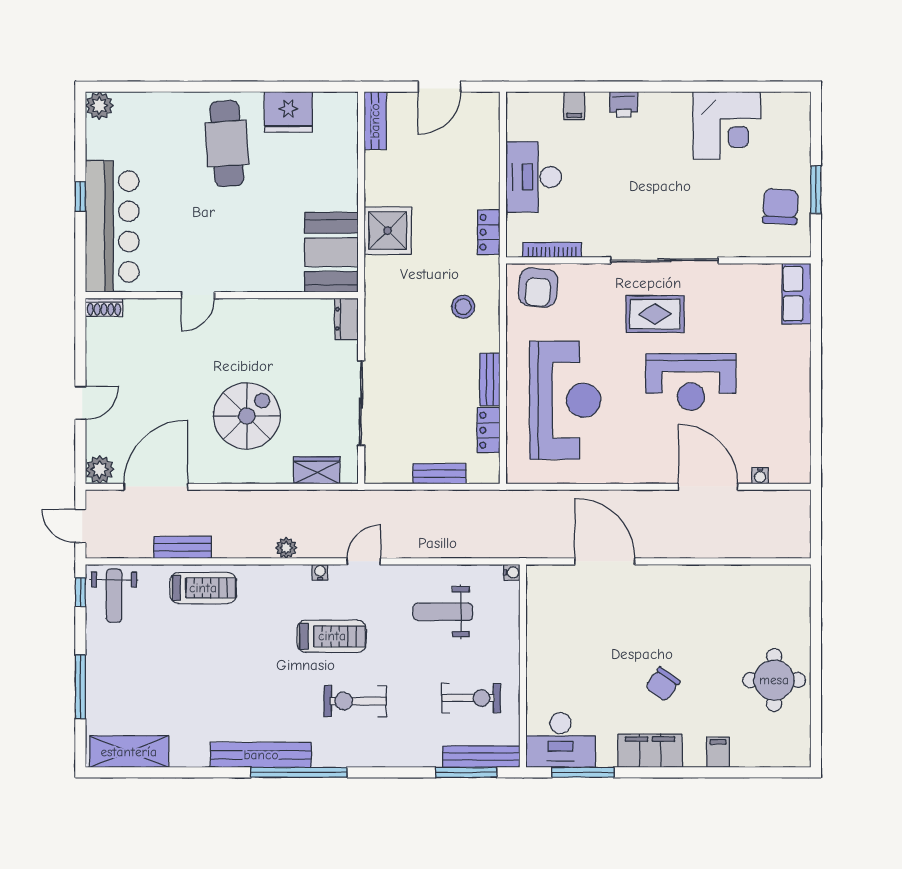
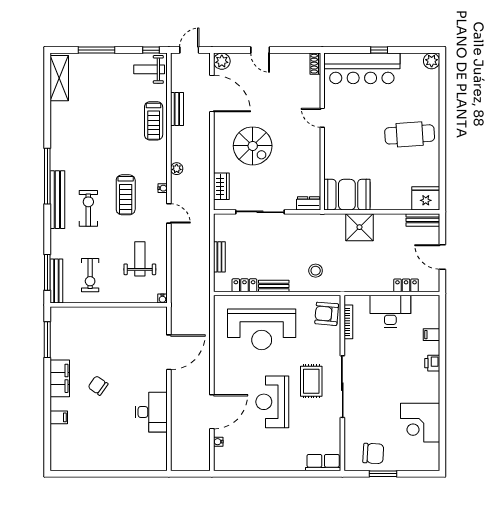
fridge: (288, 112) -> (426, 198), moved, turned 90
locker: (489, 232) -> (406, 285), moved
round table: (774, 680) -> (100, 450), removed
desk: (560, 740) -> (151, 412), moved, turned 180
bench: (261, 755) -> (57, 200), moved

